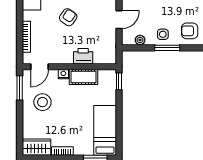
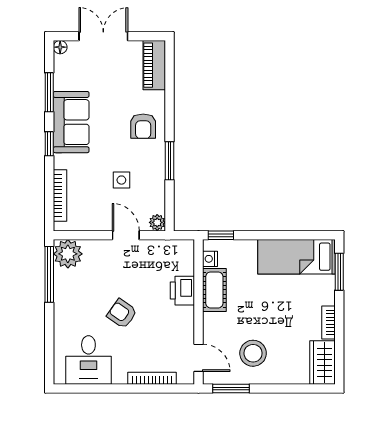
side table: (163, 34) -> (121, 180), moved
plant: (140, 40) -> (157, 222), moved
nightstand: (63, 74) -> (210, 259), moved

